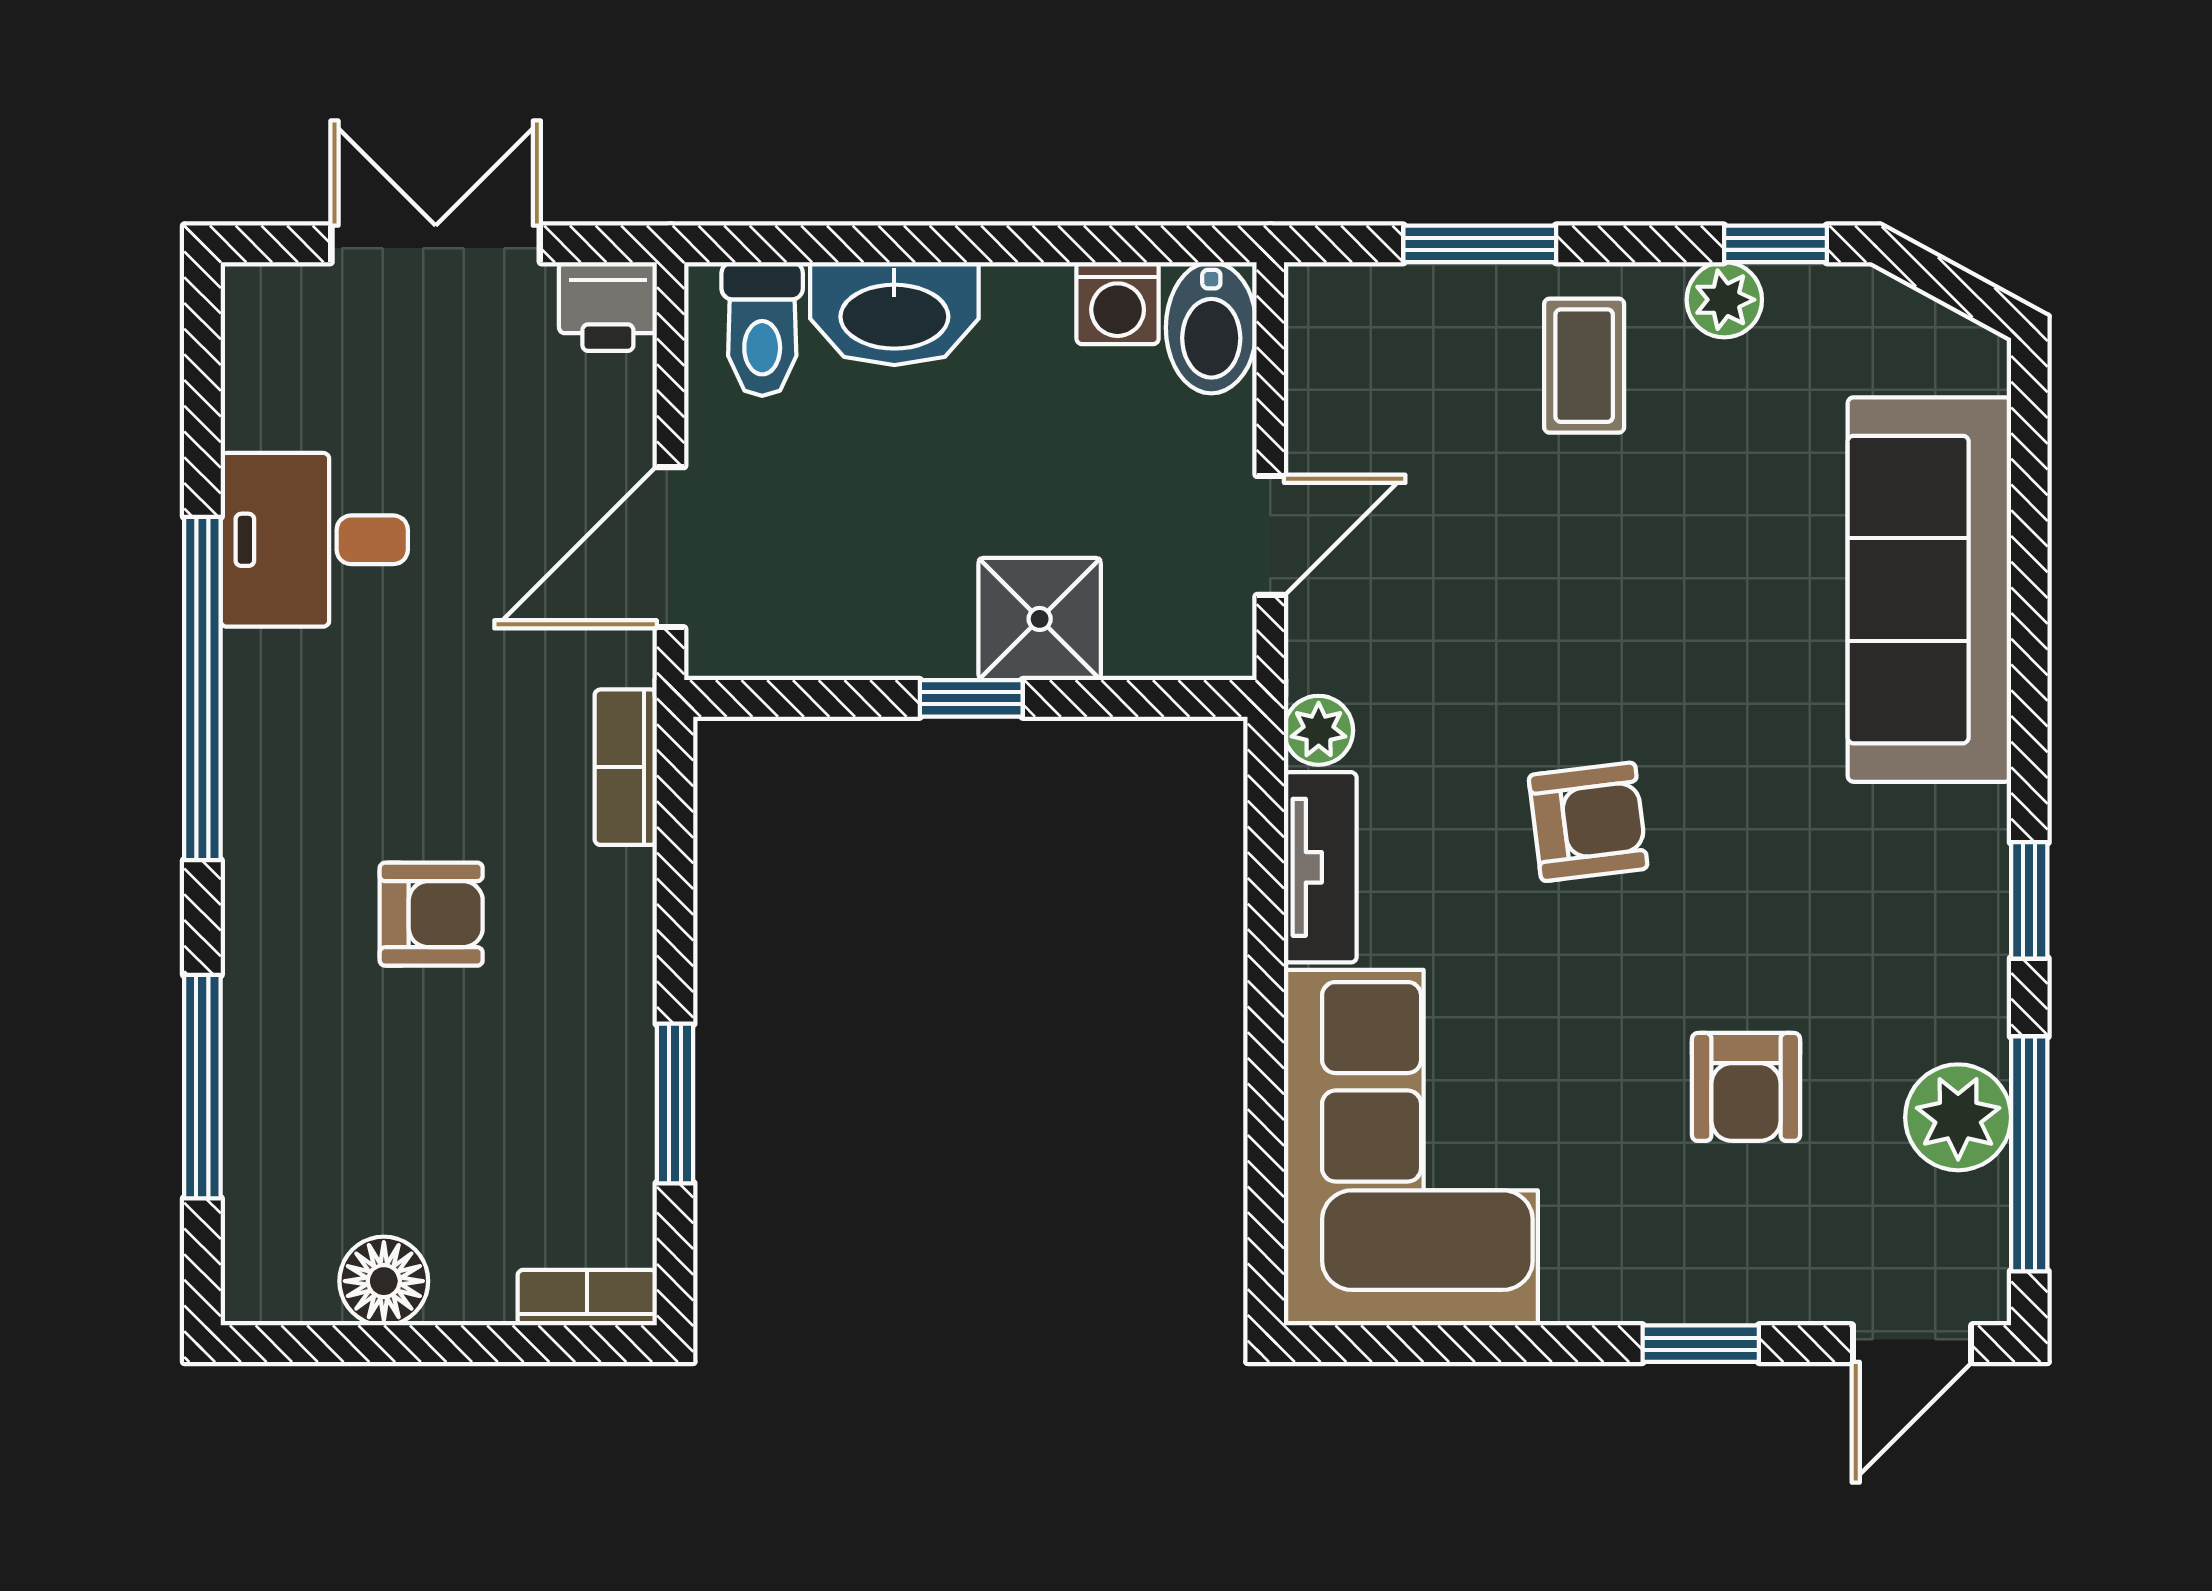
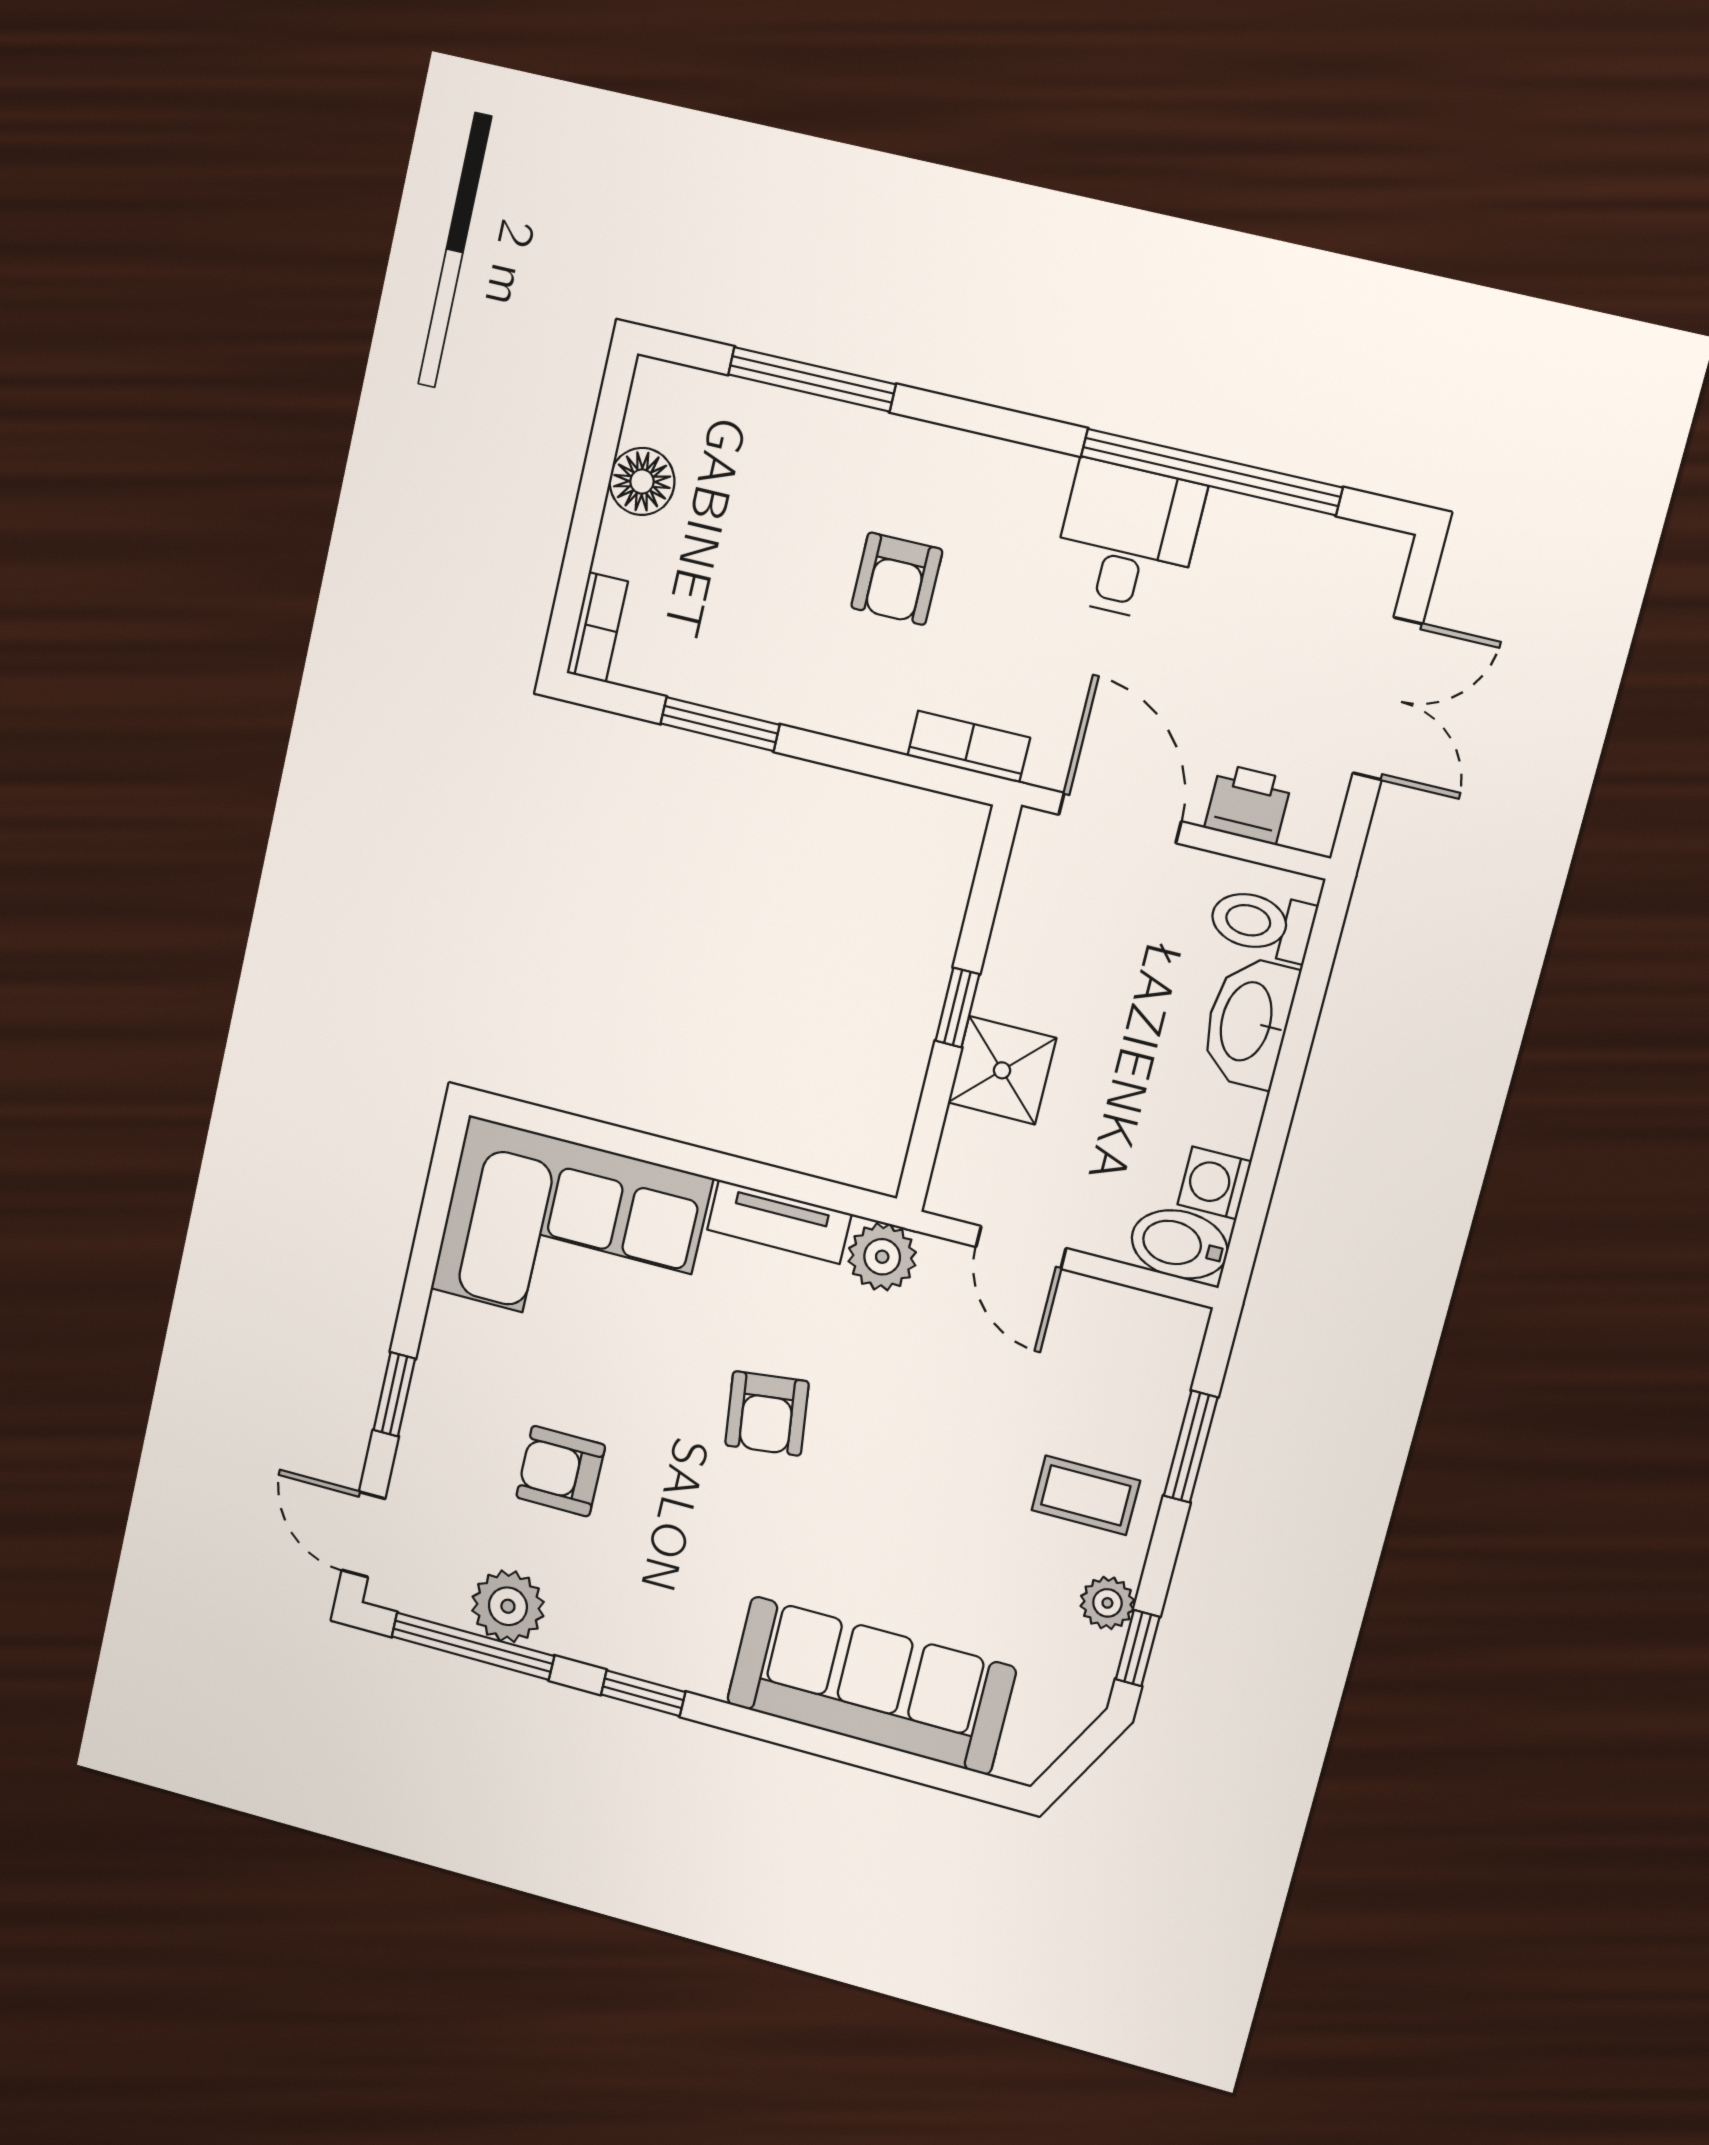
printer: (608, 307) -> (1248, 804), moved, turned 90
desk: (314, 540) -> (1127, 541), moved
window: (202, 689) -> (1211, 472), moved
plant: (1319, 730) -> (882, 1257), width x1.38, depth x1.38

